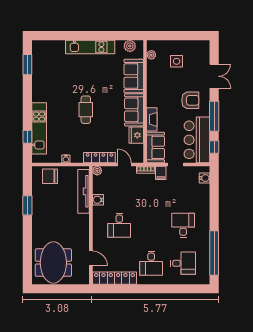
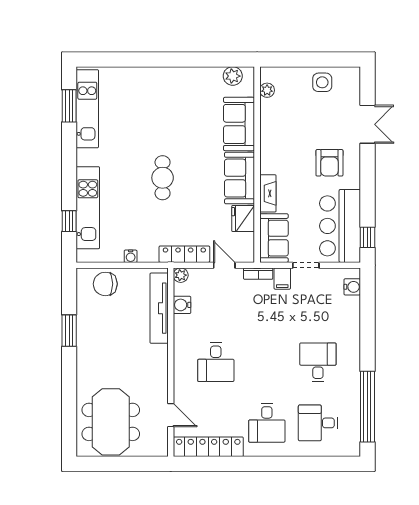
kitchen unit: (90, 47) -> (87, 109), moved, turned -90
side table: (177, 61) -> (322, 82), moved
armchair: (190, 100) -> (329, 163), turned 90
window: (214, 116) -> (367, 188), removed
water cooler: (98, 200) -> (182, 305), moved
desk: (183, 263) -> (318, 423), turned 180

